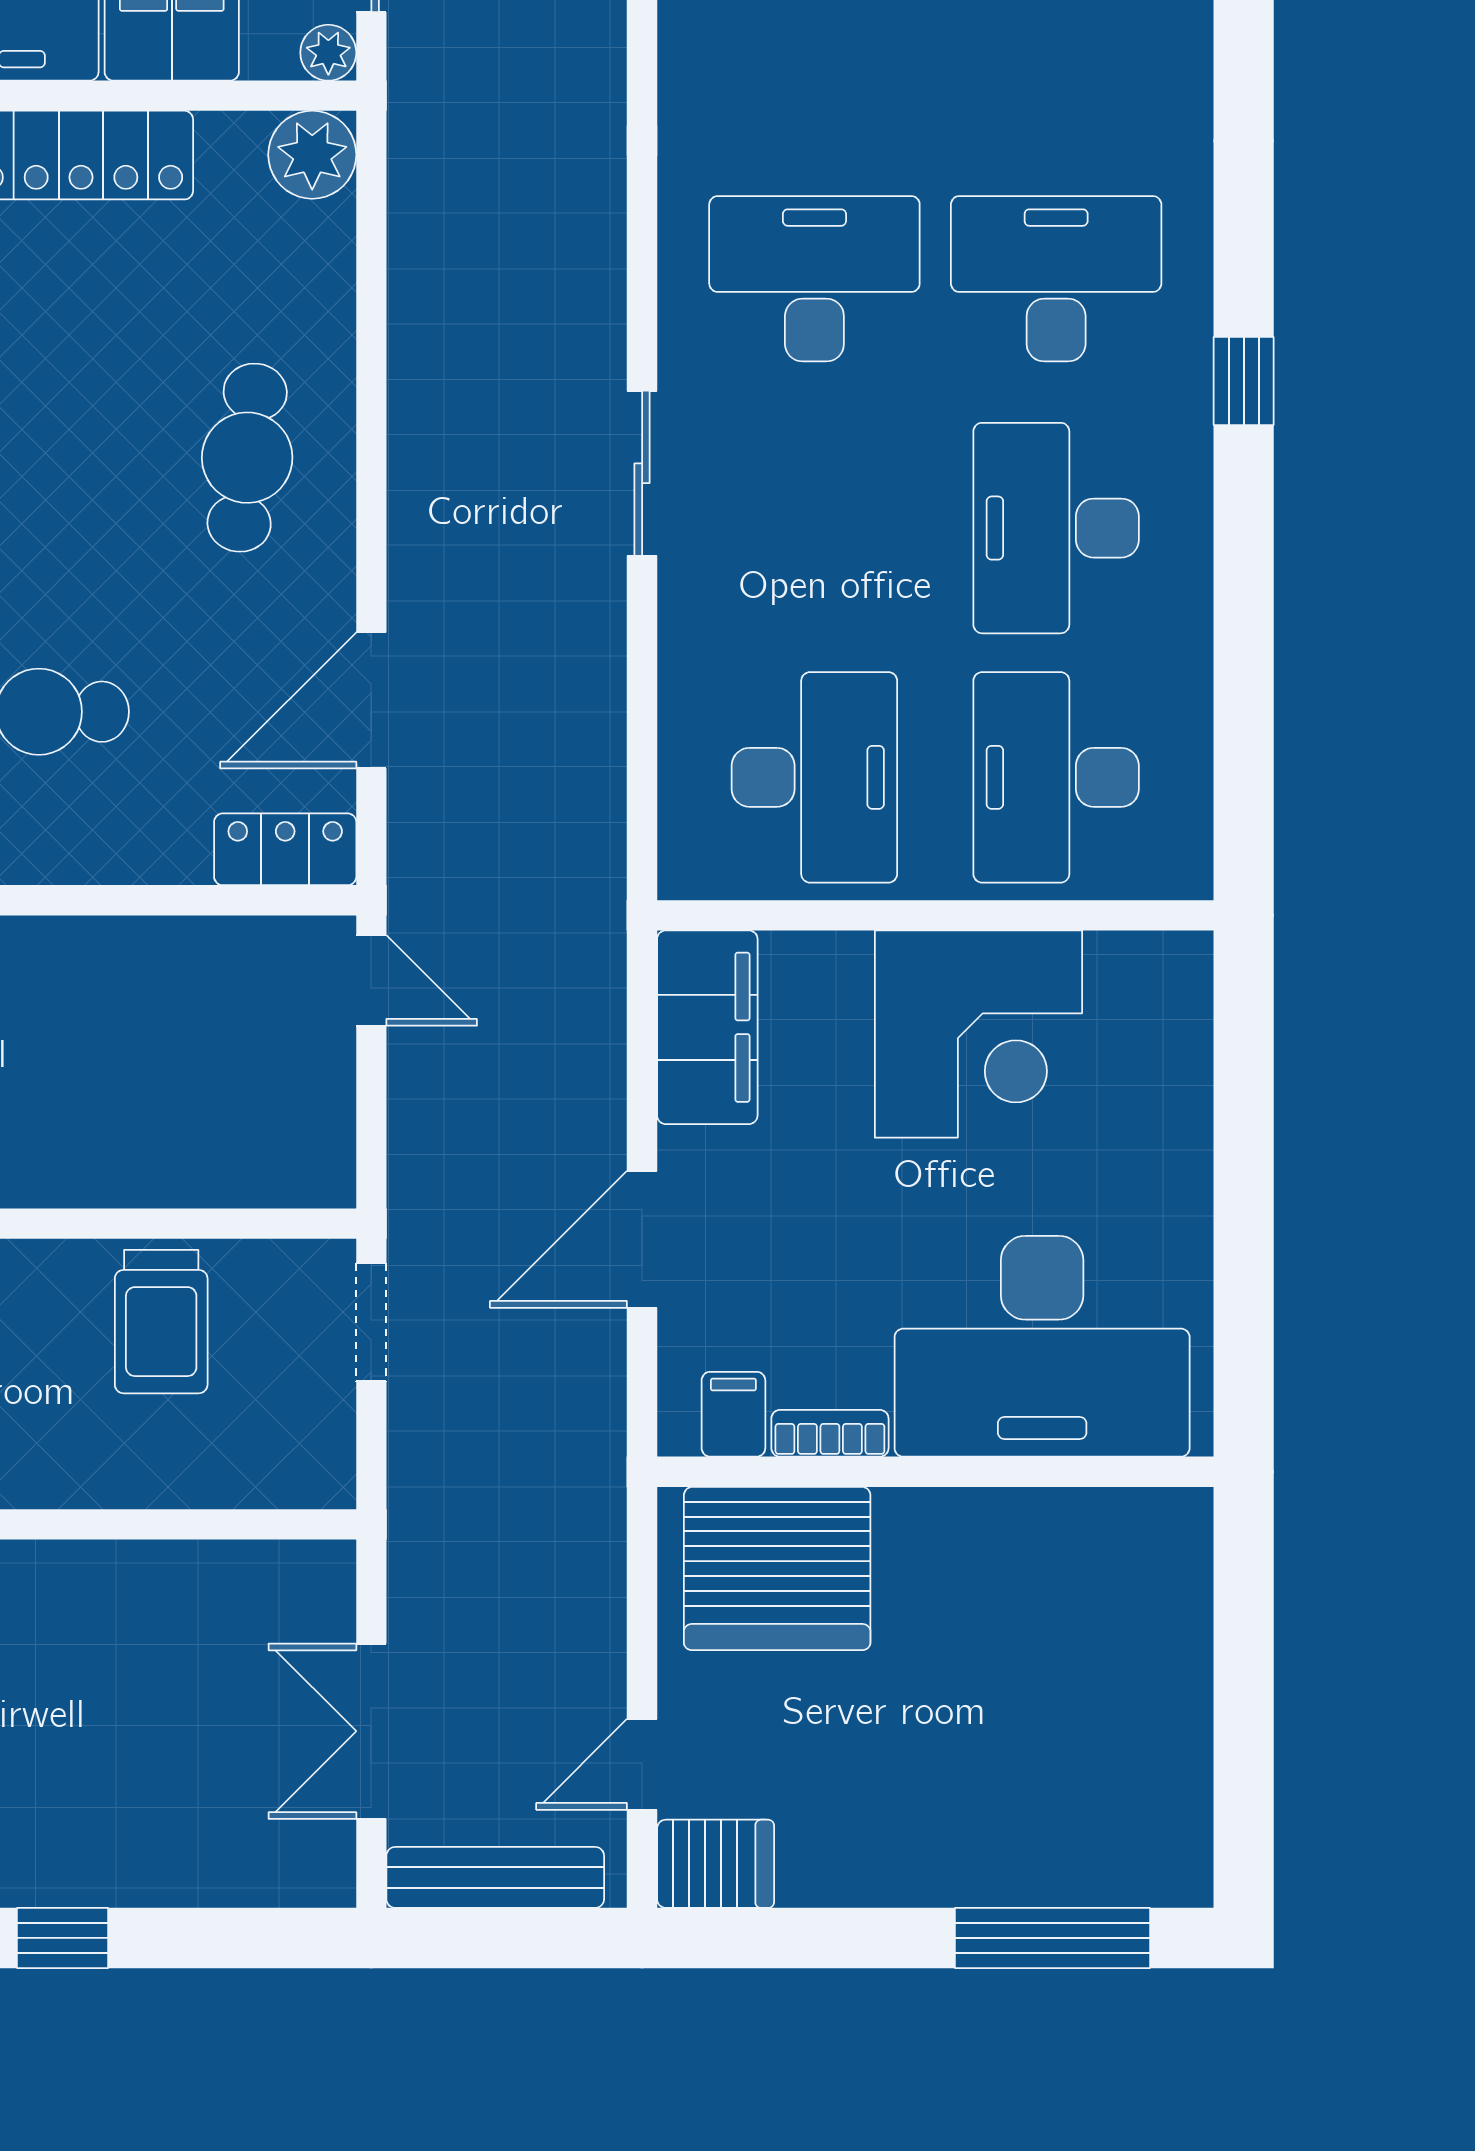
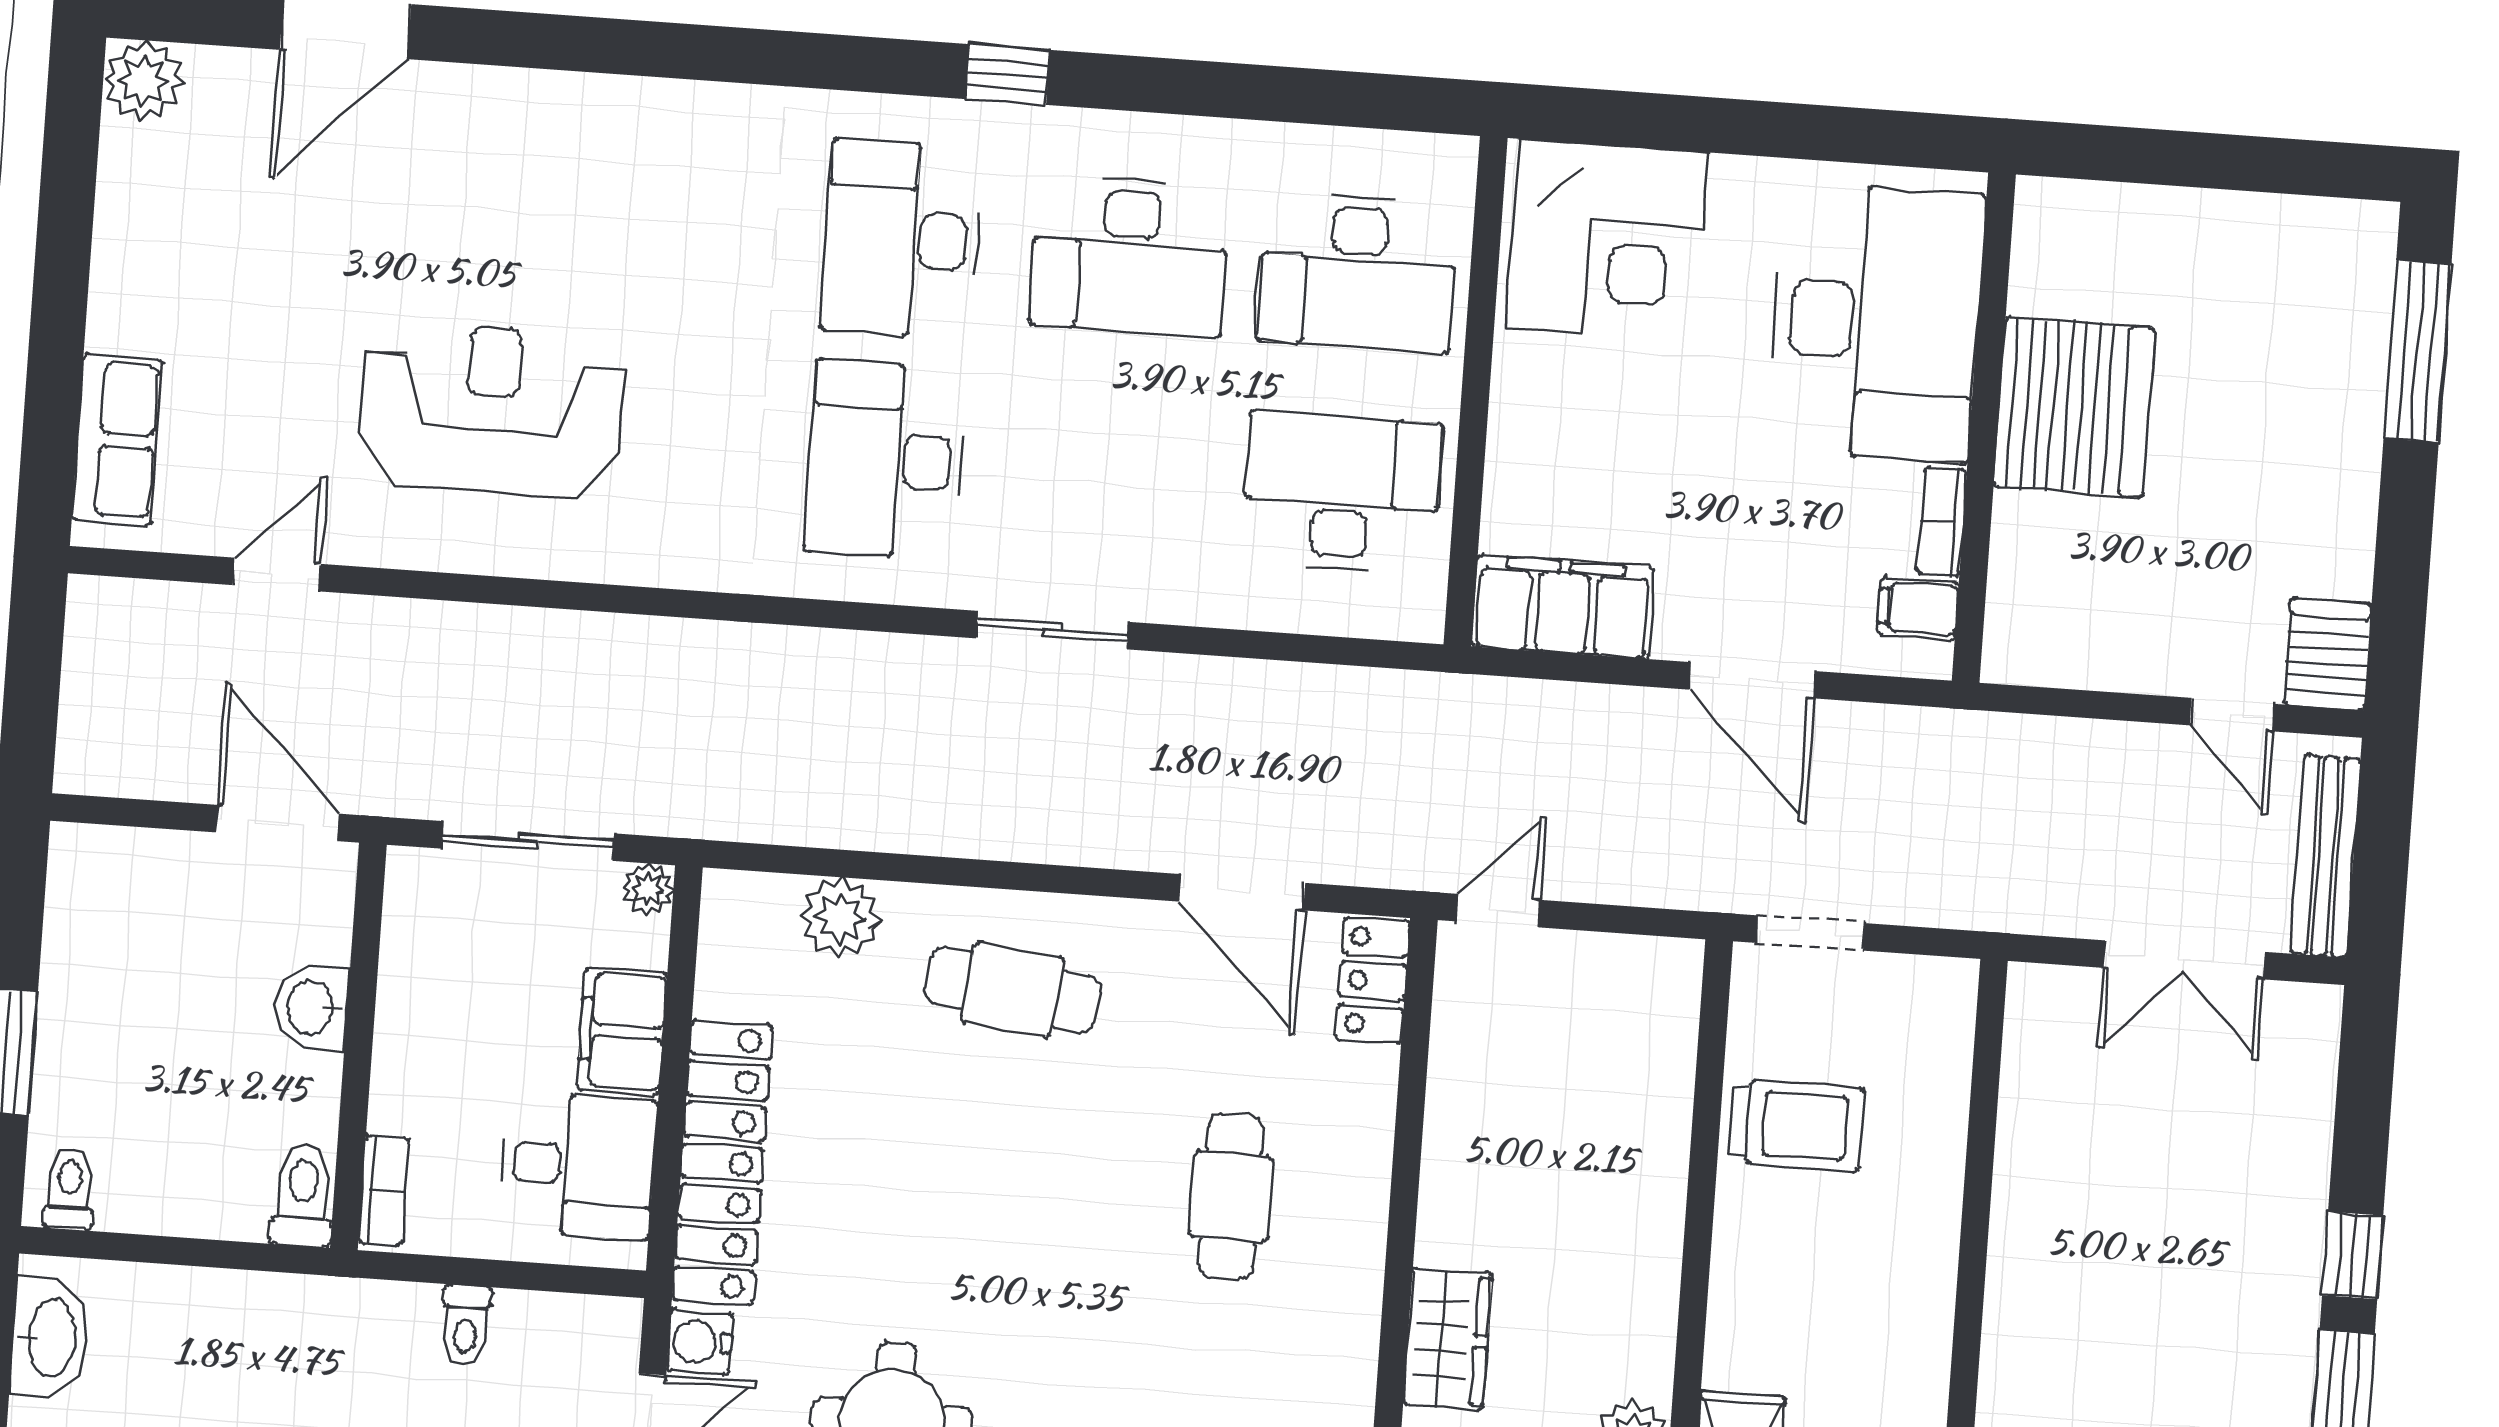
plant: (312, 155) -> (840, 918), moved
corner desk: (979, 1034) -> (1607, 240), moved, turned 90
server rack: (777, 1568) -> (2074, 407), moved

